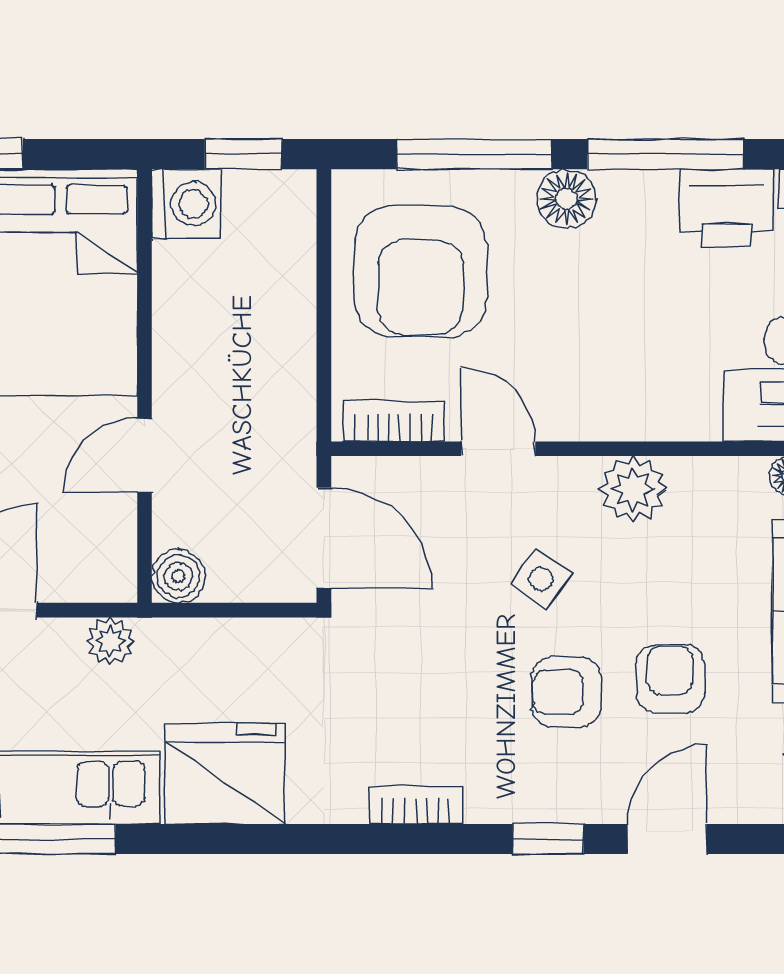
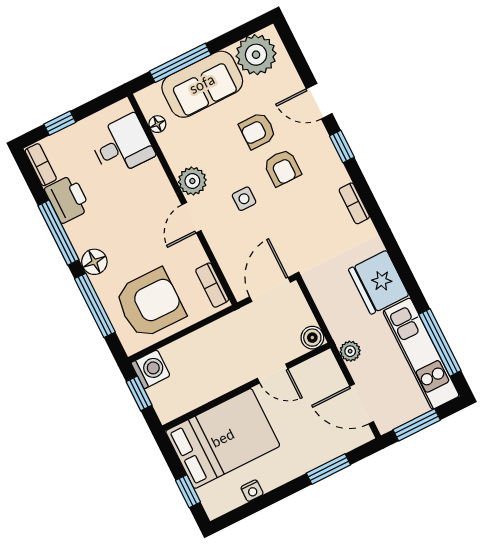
washing machine: (186, 204) -> (151, 369), moved, turned 90
door: (498, 449) -> (191, 218), moved
side table: (541, 579) -> (244, 199), turned -36

